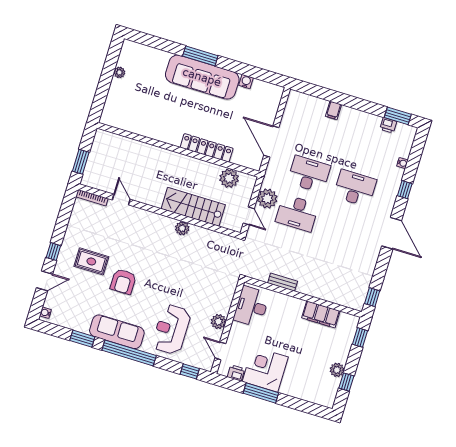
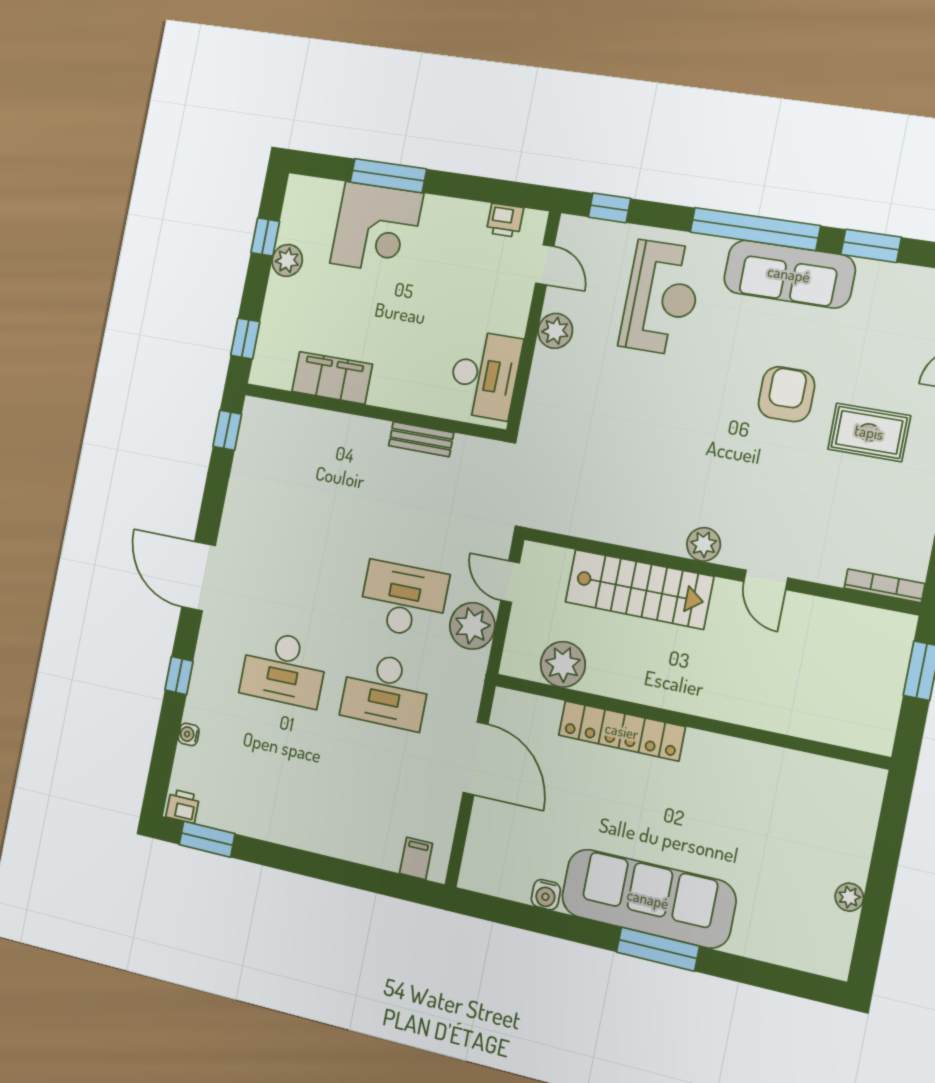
filing cabinet: (334, 110) -> (416, 858), moved
printer: (388, 125) -> (183, 806), moved
door: (121, 200) -> (766, 580), moved
plant: (182, 228) -> (704, 544), moved
corner desk: (265, 369) -> (377, 228), moved
window: (261, 393) -> (388, 176), moved

